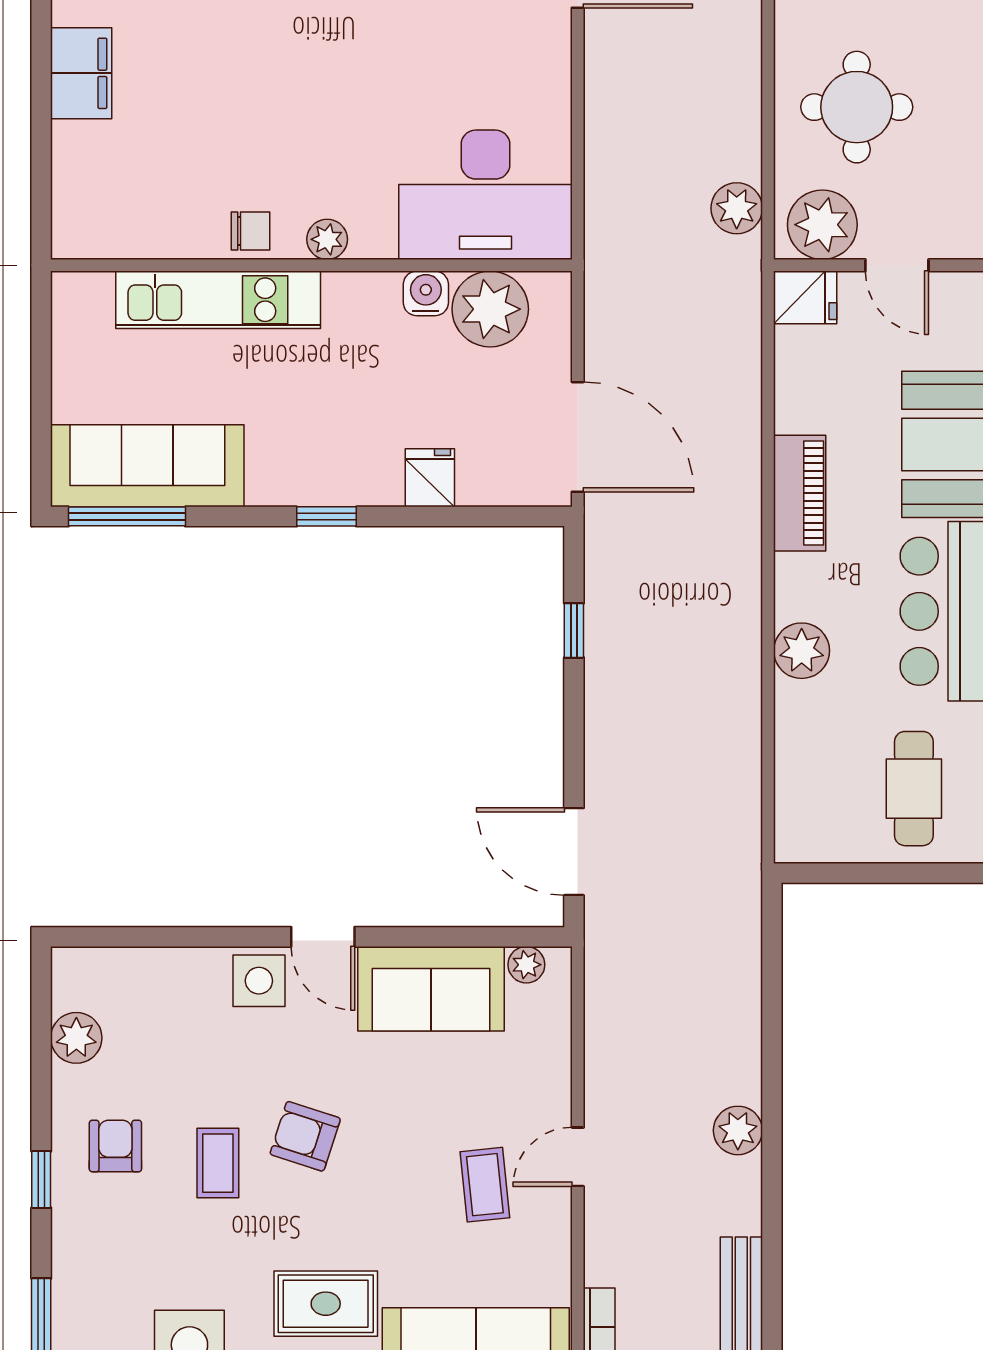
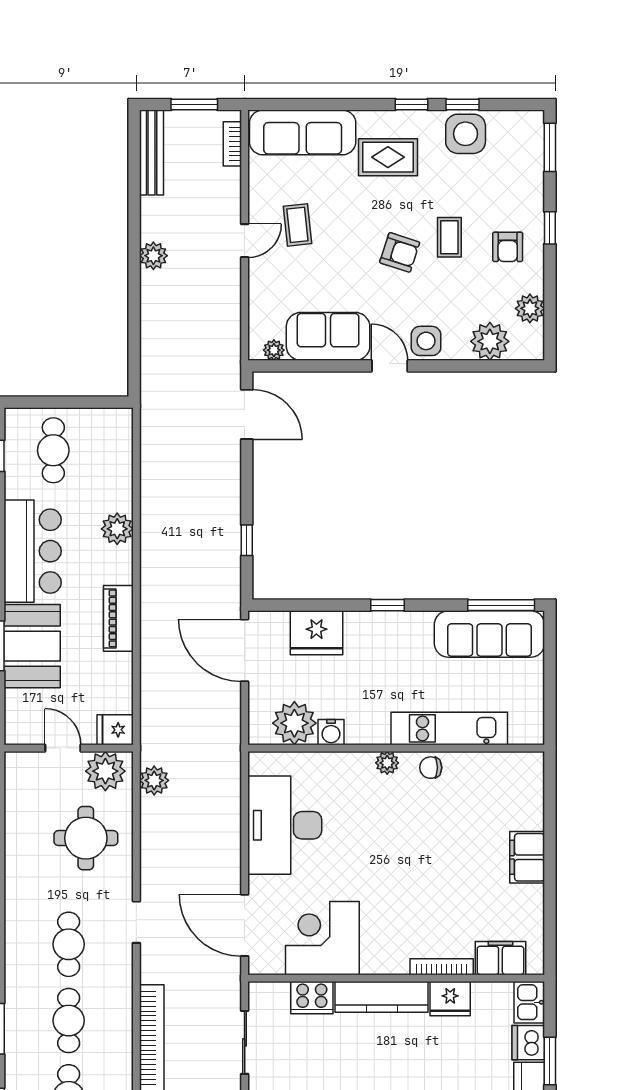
desk: (485, 195) -> (285, 825), moved, turned -90
fridge: (430, 478) -> (316, 633), width x1.88, depth x1.34
plant: (147, 980) -> (490, 341), added

